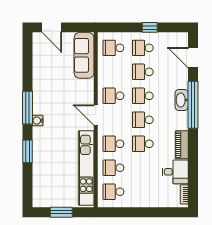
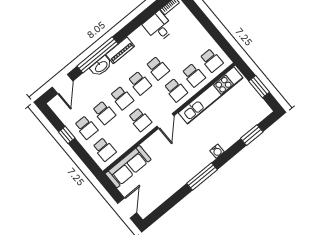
water cooler: (38, 121) -> (217, 151), moved
piano: (182, 145) -> (120, 50), moved
window: (27, 151) -> (252, 135), moved

